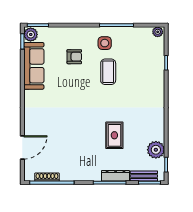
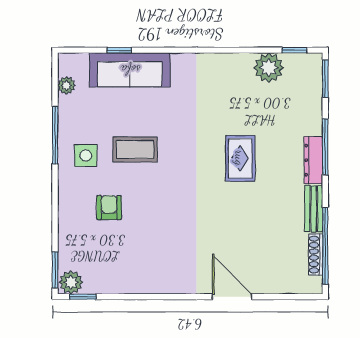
plant: (158, 32) -> (66, 85), moved
sofa: (34, 66) -> (130, 70), moved, turned 180
rug: (114, 135) -> (240, 158), moved, turned 90
door: (22, 147) -> (232, 297), moved
dresser: (116, 176) -> (313, 160), moved
bench: (144, 176) -> (314, 209), moved

